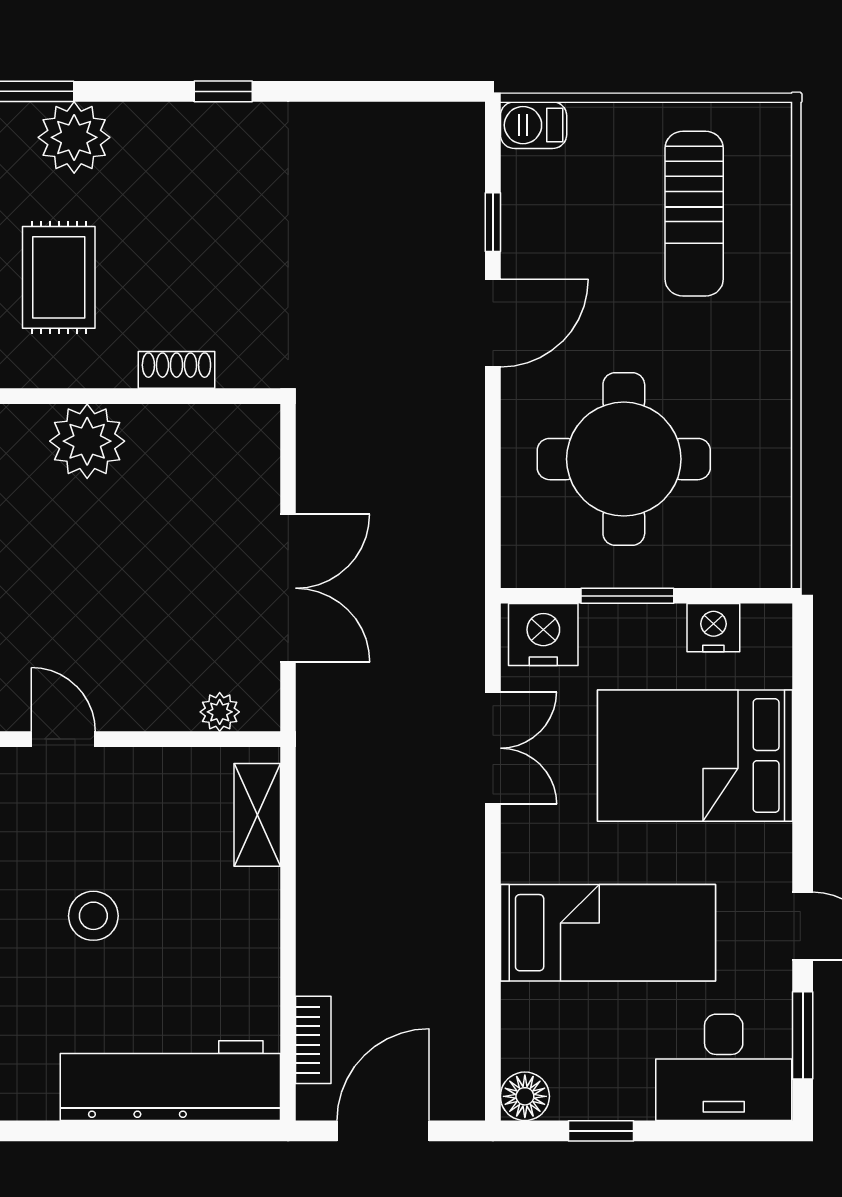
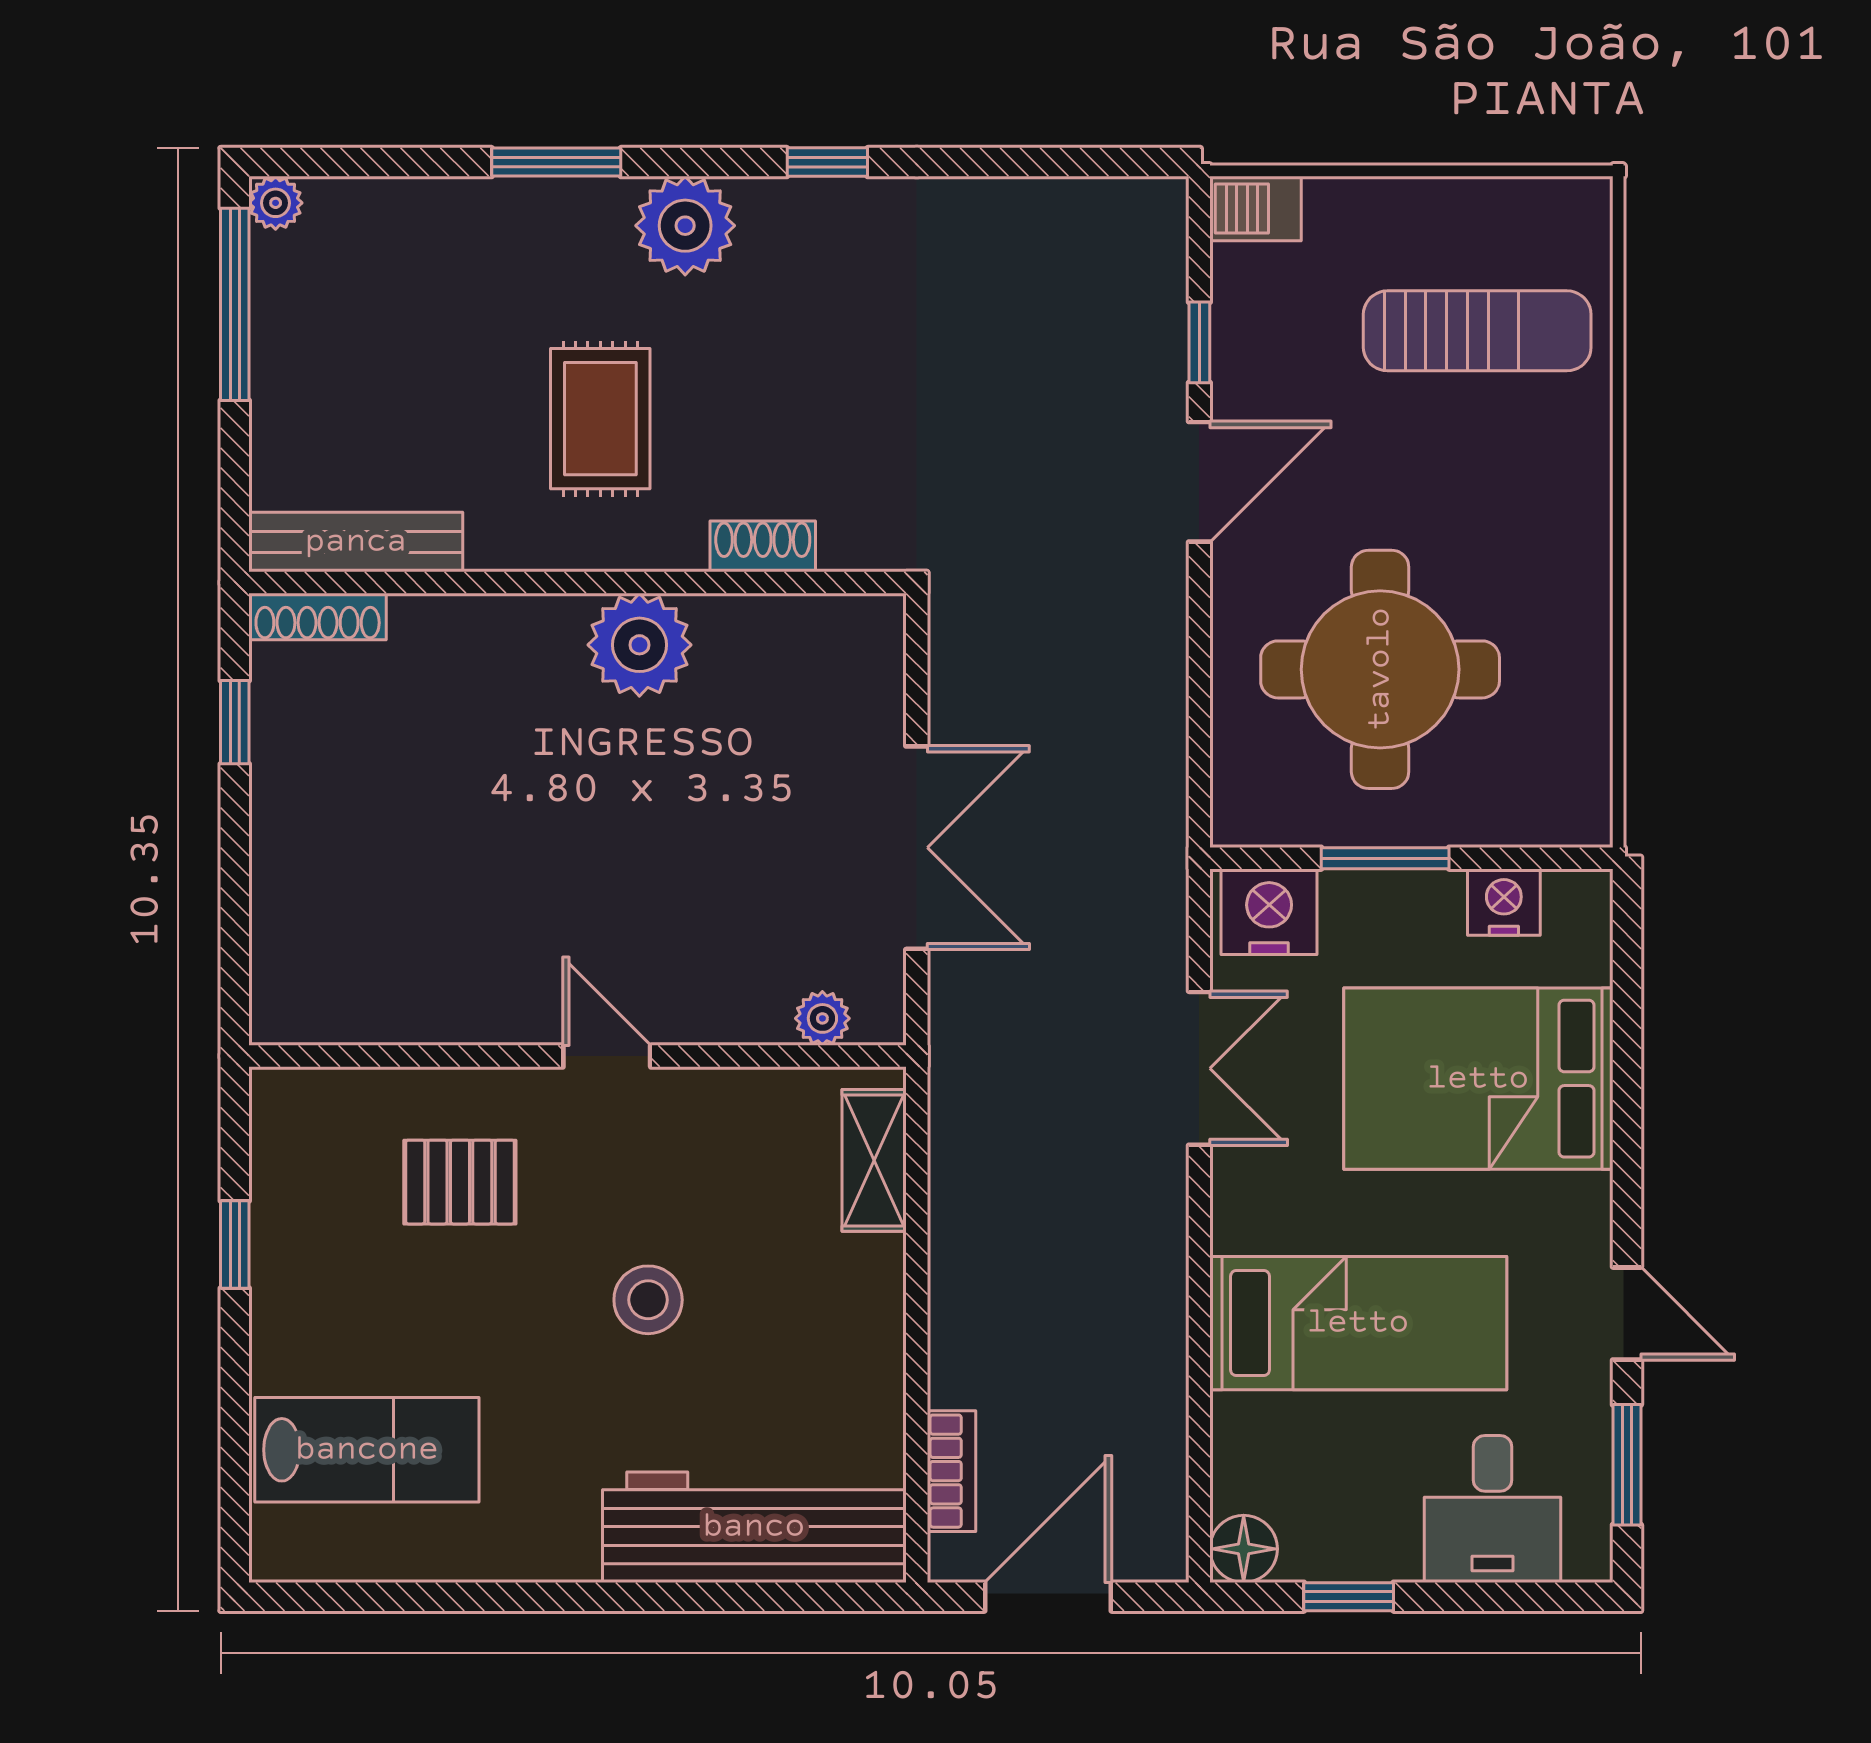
plant: (74, 137) -> (685, 226), moved
sun lounger: (694, 214) -> (1477, 331), turned -90
desk: (724, 1067) -> (1493, 1509), width x0.73

